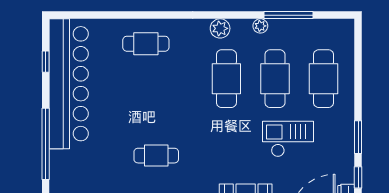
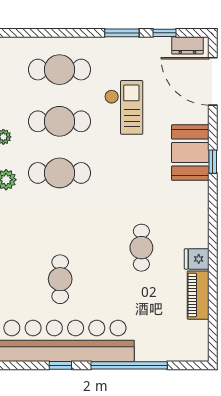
cafe table: (146, 44) -> (60, 279), moved
window: (46, 62) -> (60, 365), moved
checkout: (288, 139) -> (124, 107), turned 180

